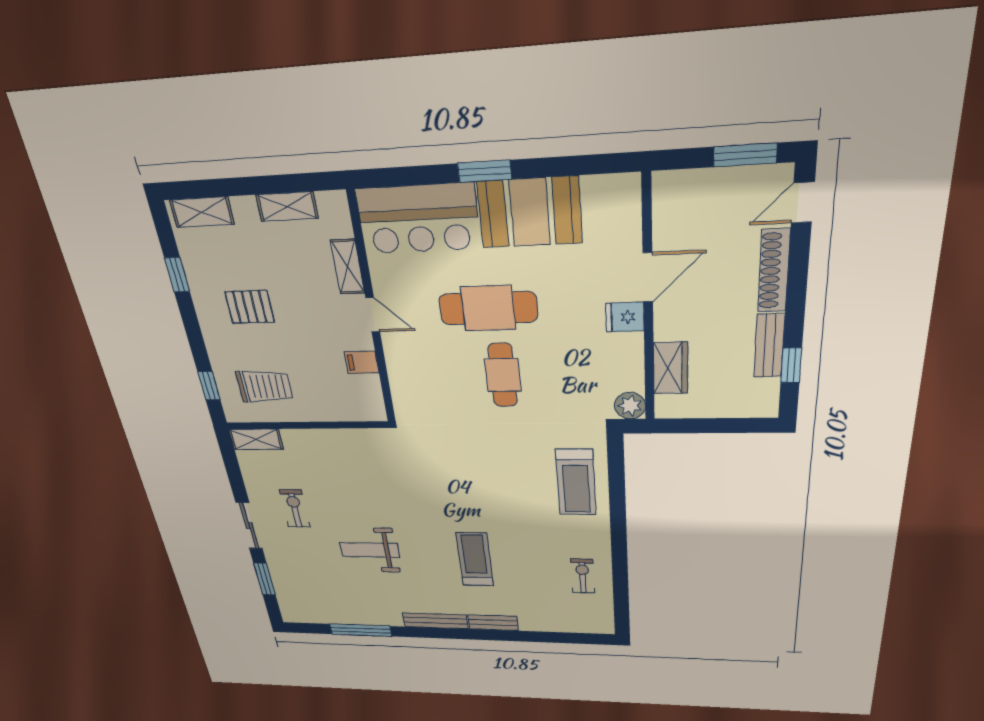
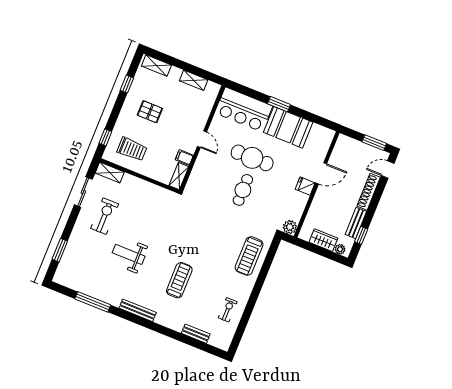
shelving: (348, 267) -> (179, 176), moved
wardrobe: (670, 368) -> (323, 240), moved, turned -90
plant: (755, 408) -> (340, 249), added
exercise bike: (295, 509) -> (105, 216), width x1.38, depth x1.39
sliding door: (249, 526) -> (83, 192), moved
bench: (493, 623) -> (196, 334), moved

